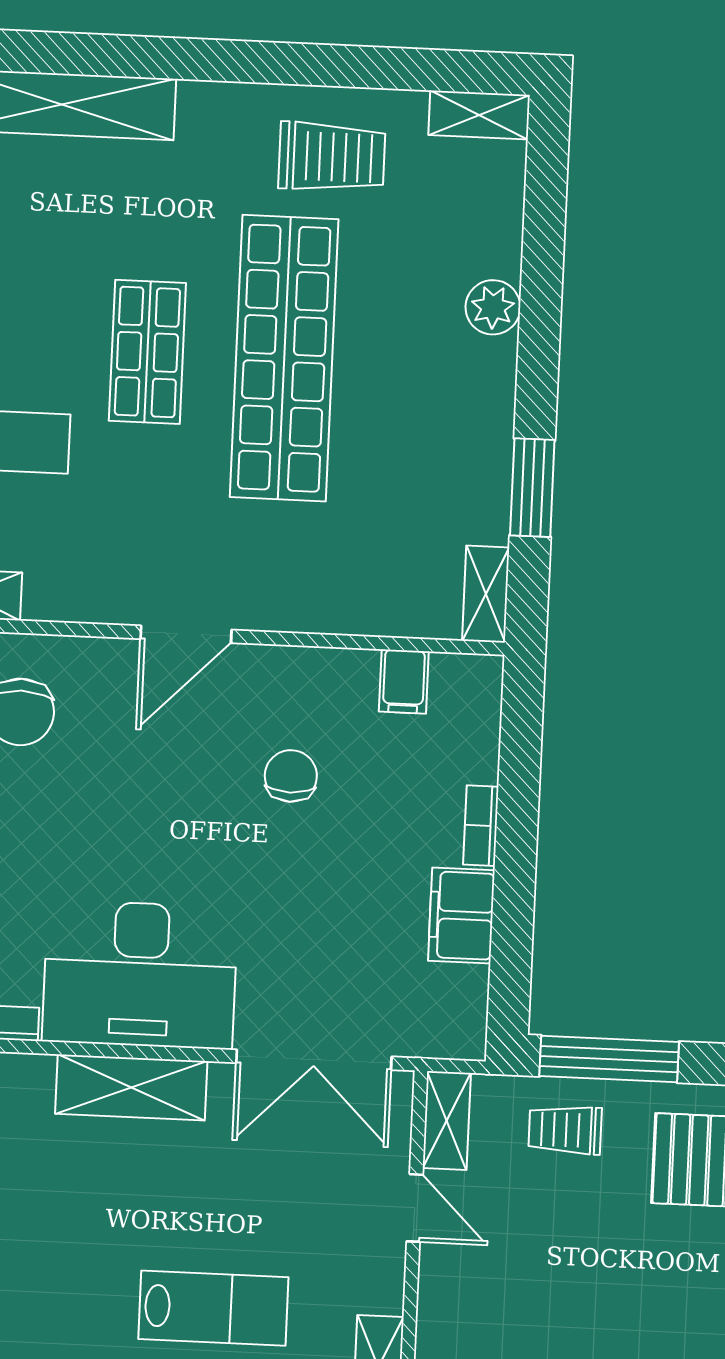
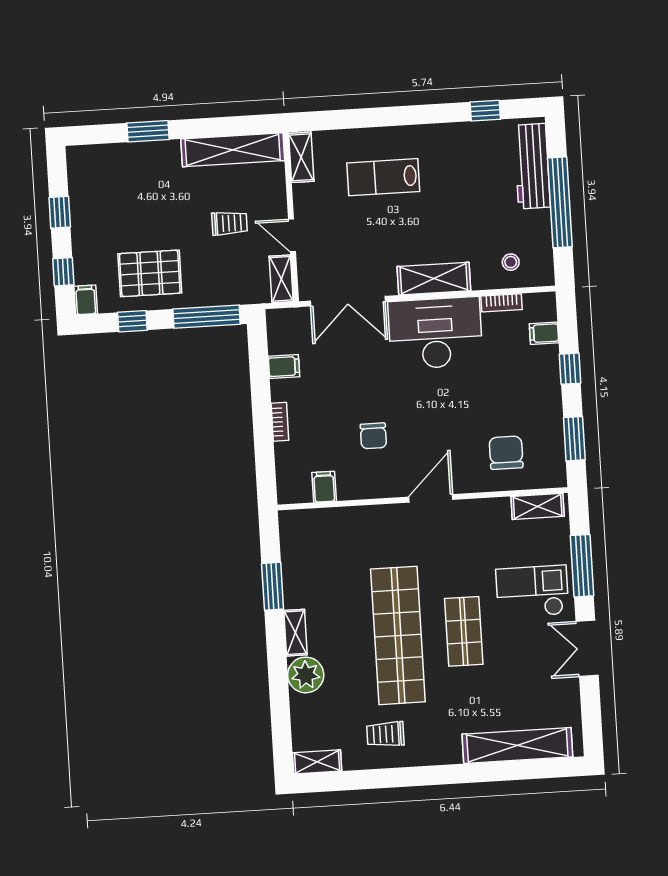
trolley: (332, 157) -> (385, 734), width x0.73, depth x0.72
plant: (493, 307) -> (306, 675), width x1.36, depth x1.36
shelving: (486, 594) -> (295, 633), moved
filing cabinet: (461, 915) -> (284, 367), width x0.50
double door: (314, 1060) -> (348, 301), swing flipped
trolley: (565, 1130) -> (230, 223), moved

